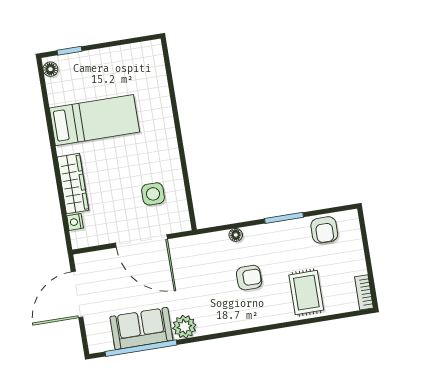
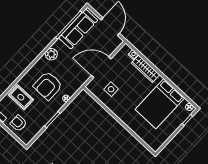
bed: (94, 120) -> (160, 104), width x1.50
armchair: (324, 230) -> (18, 123), moved
armchair: (249, 278) -> (48, 86), width x1.88, depth x1.88
plant: (184, 327) -> (51, 54), moved
sofa: (141, 328) -> (78, 29), width x1.36

